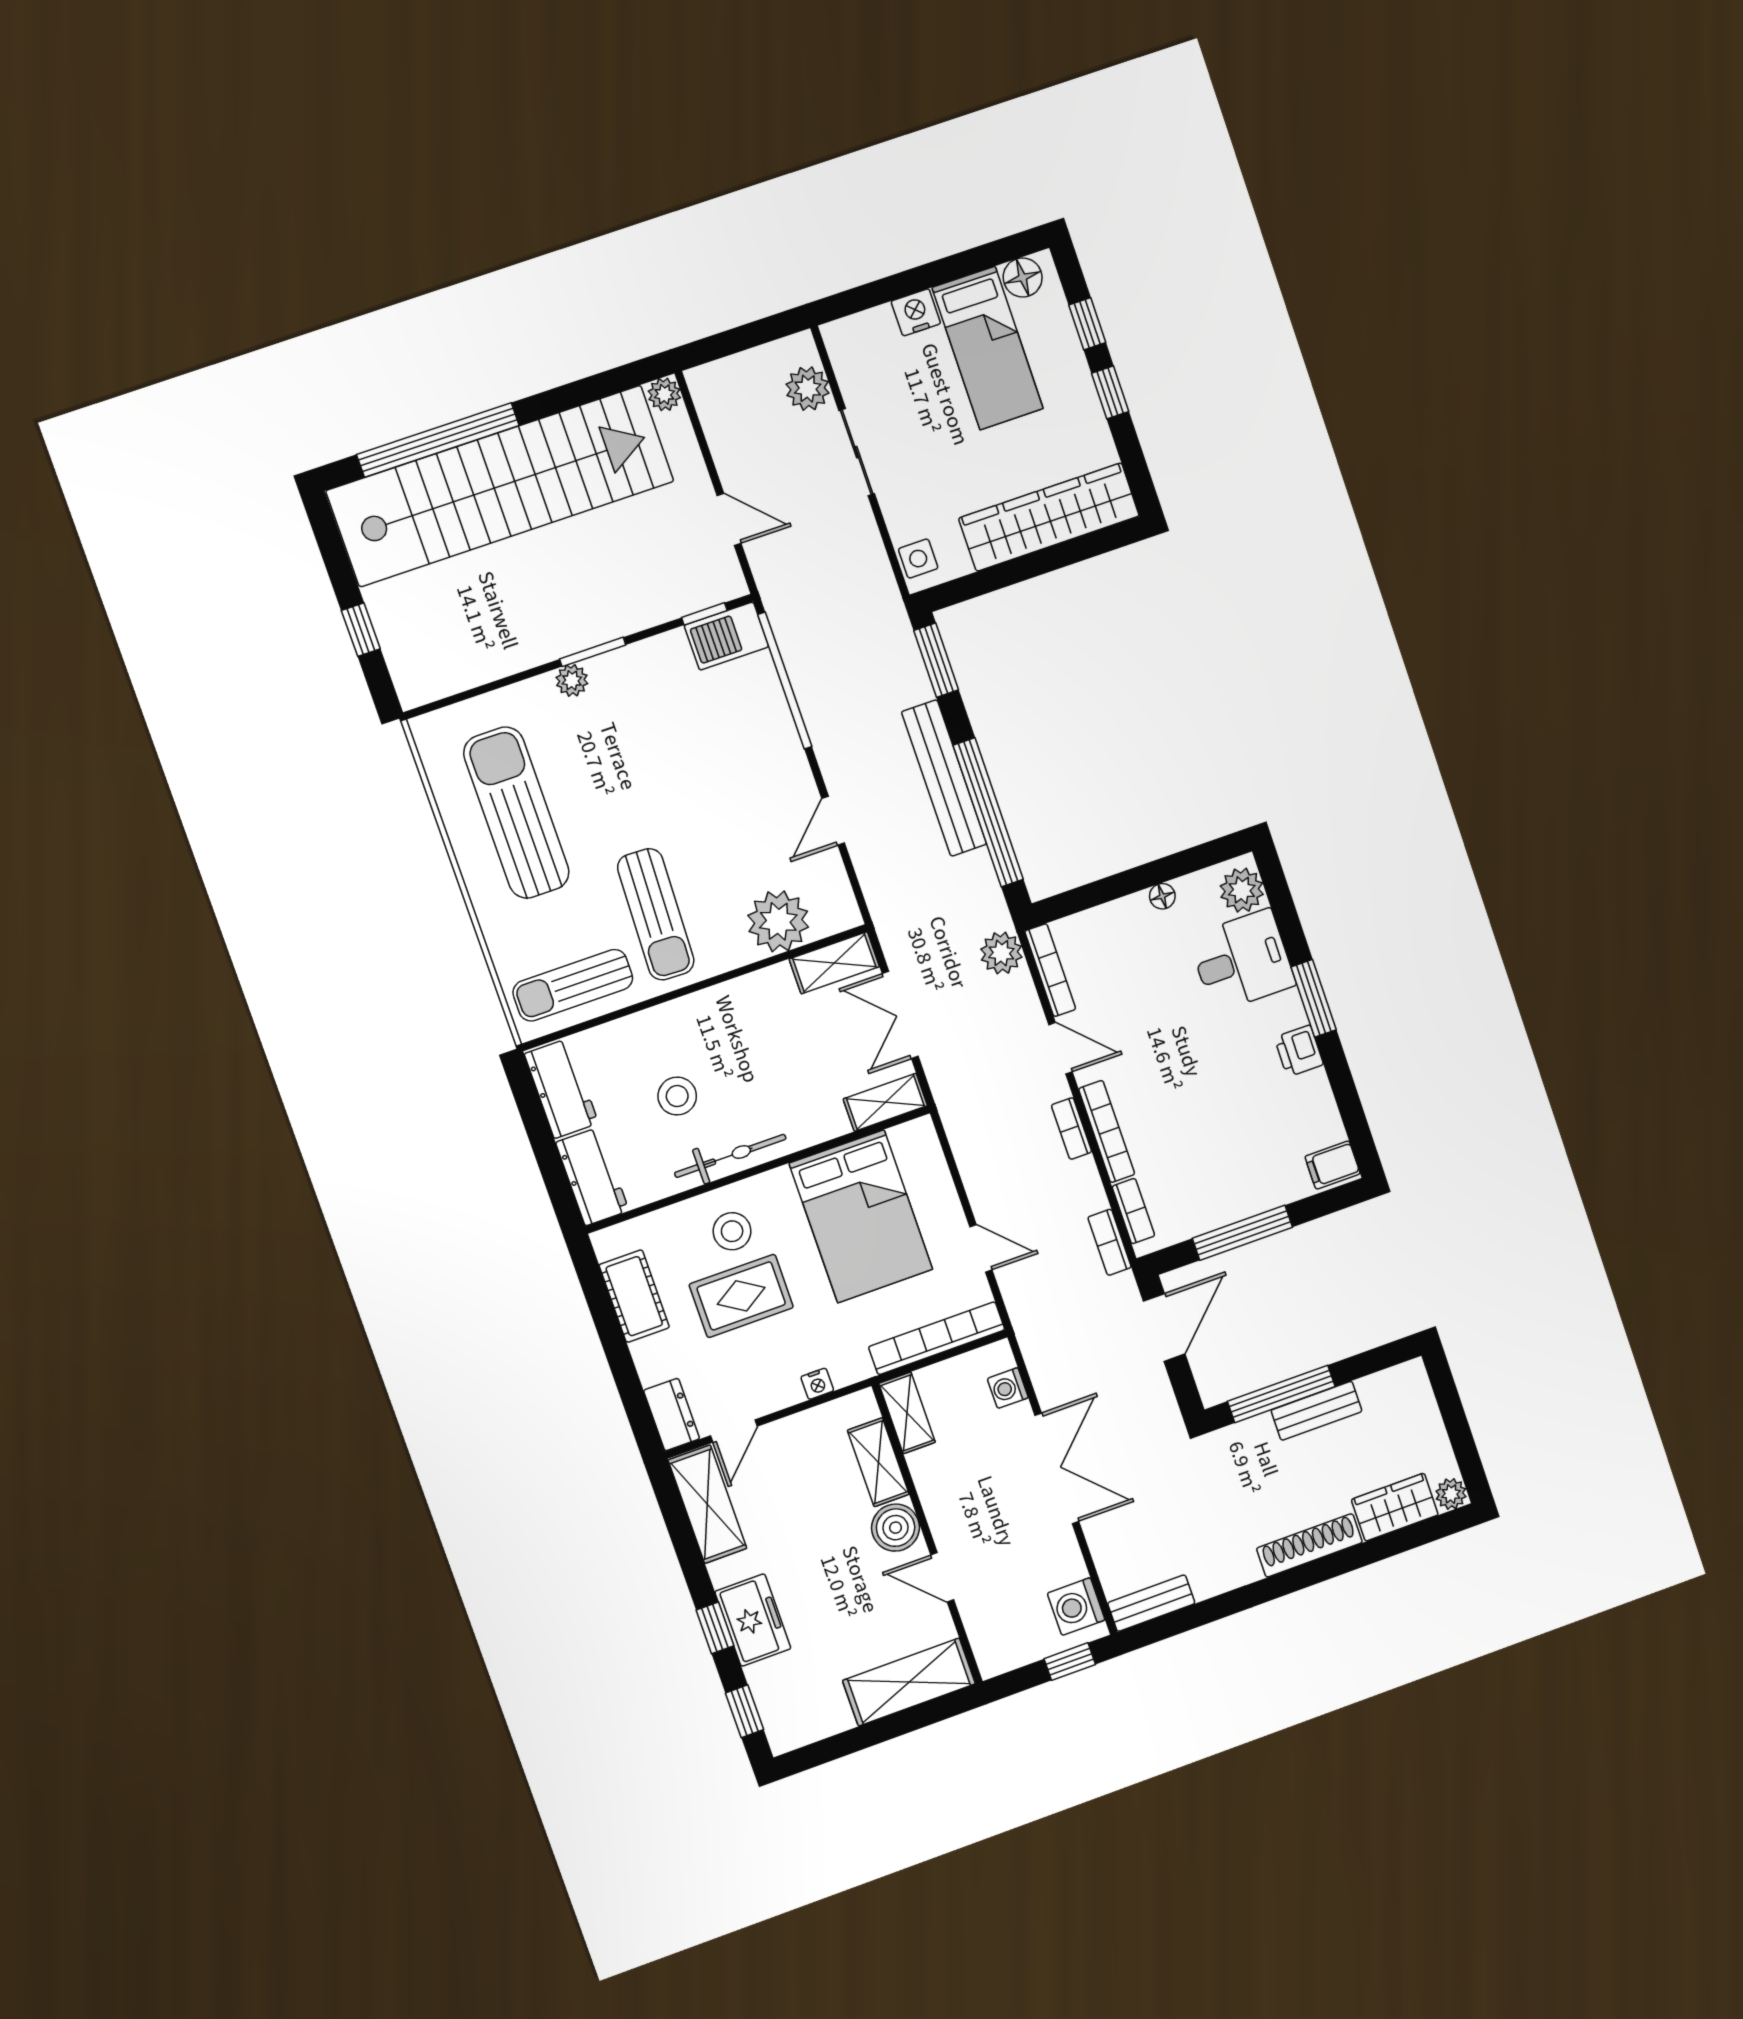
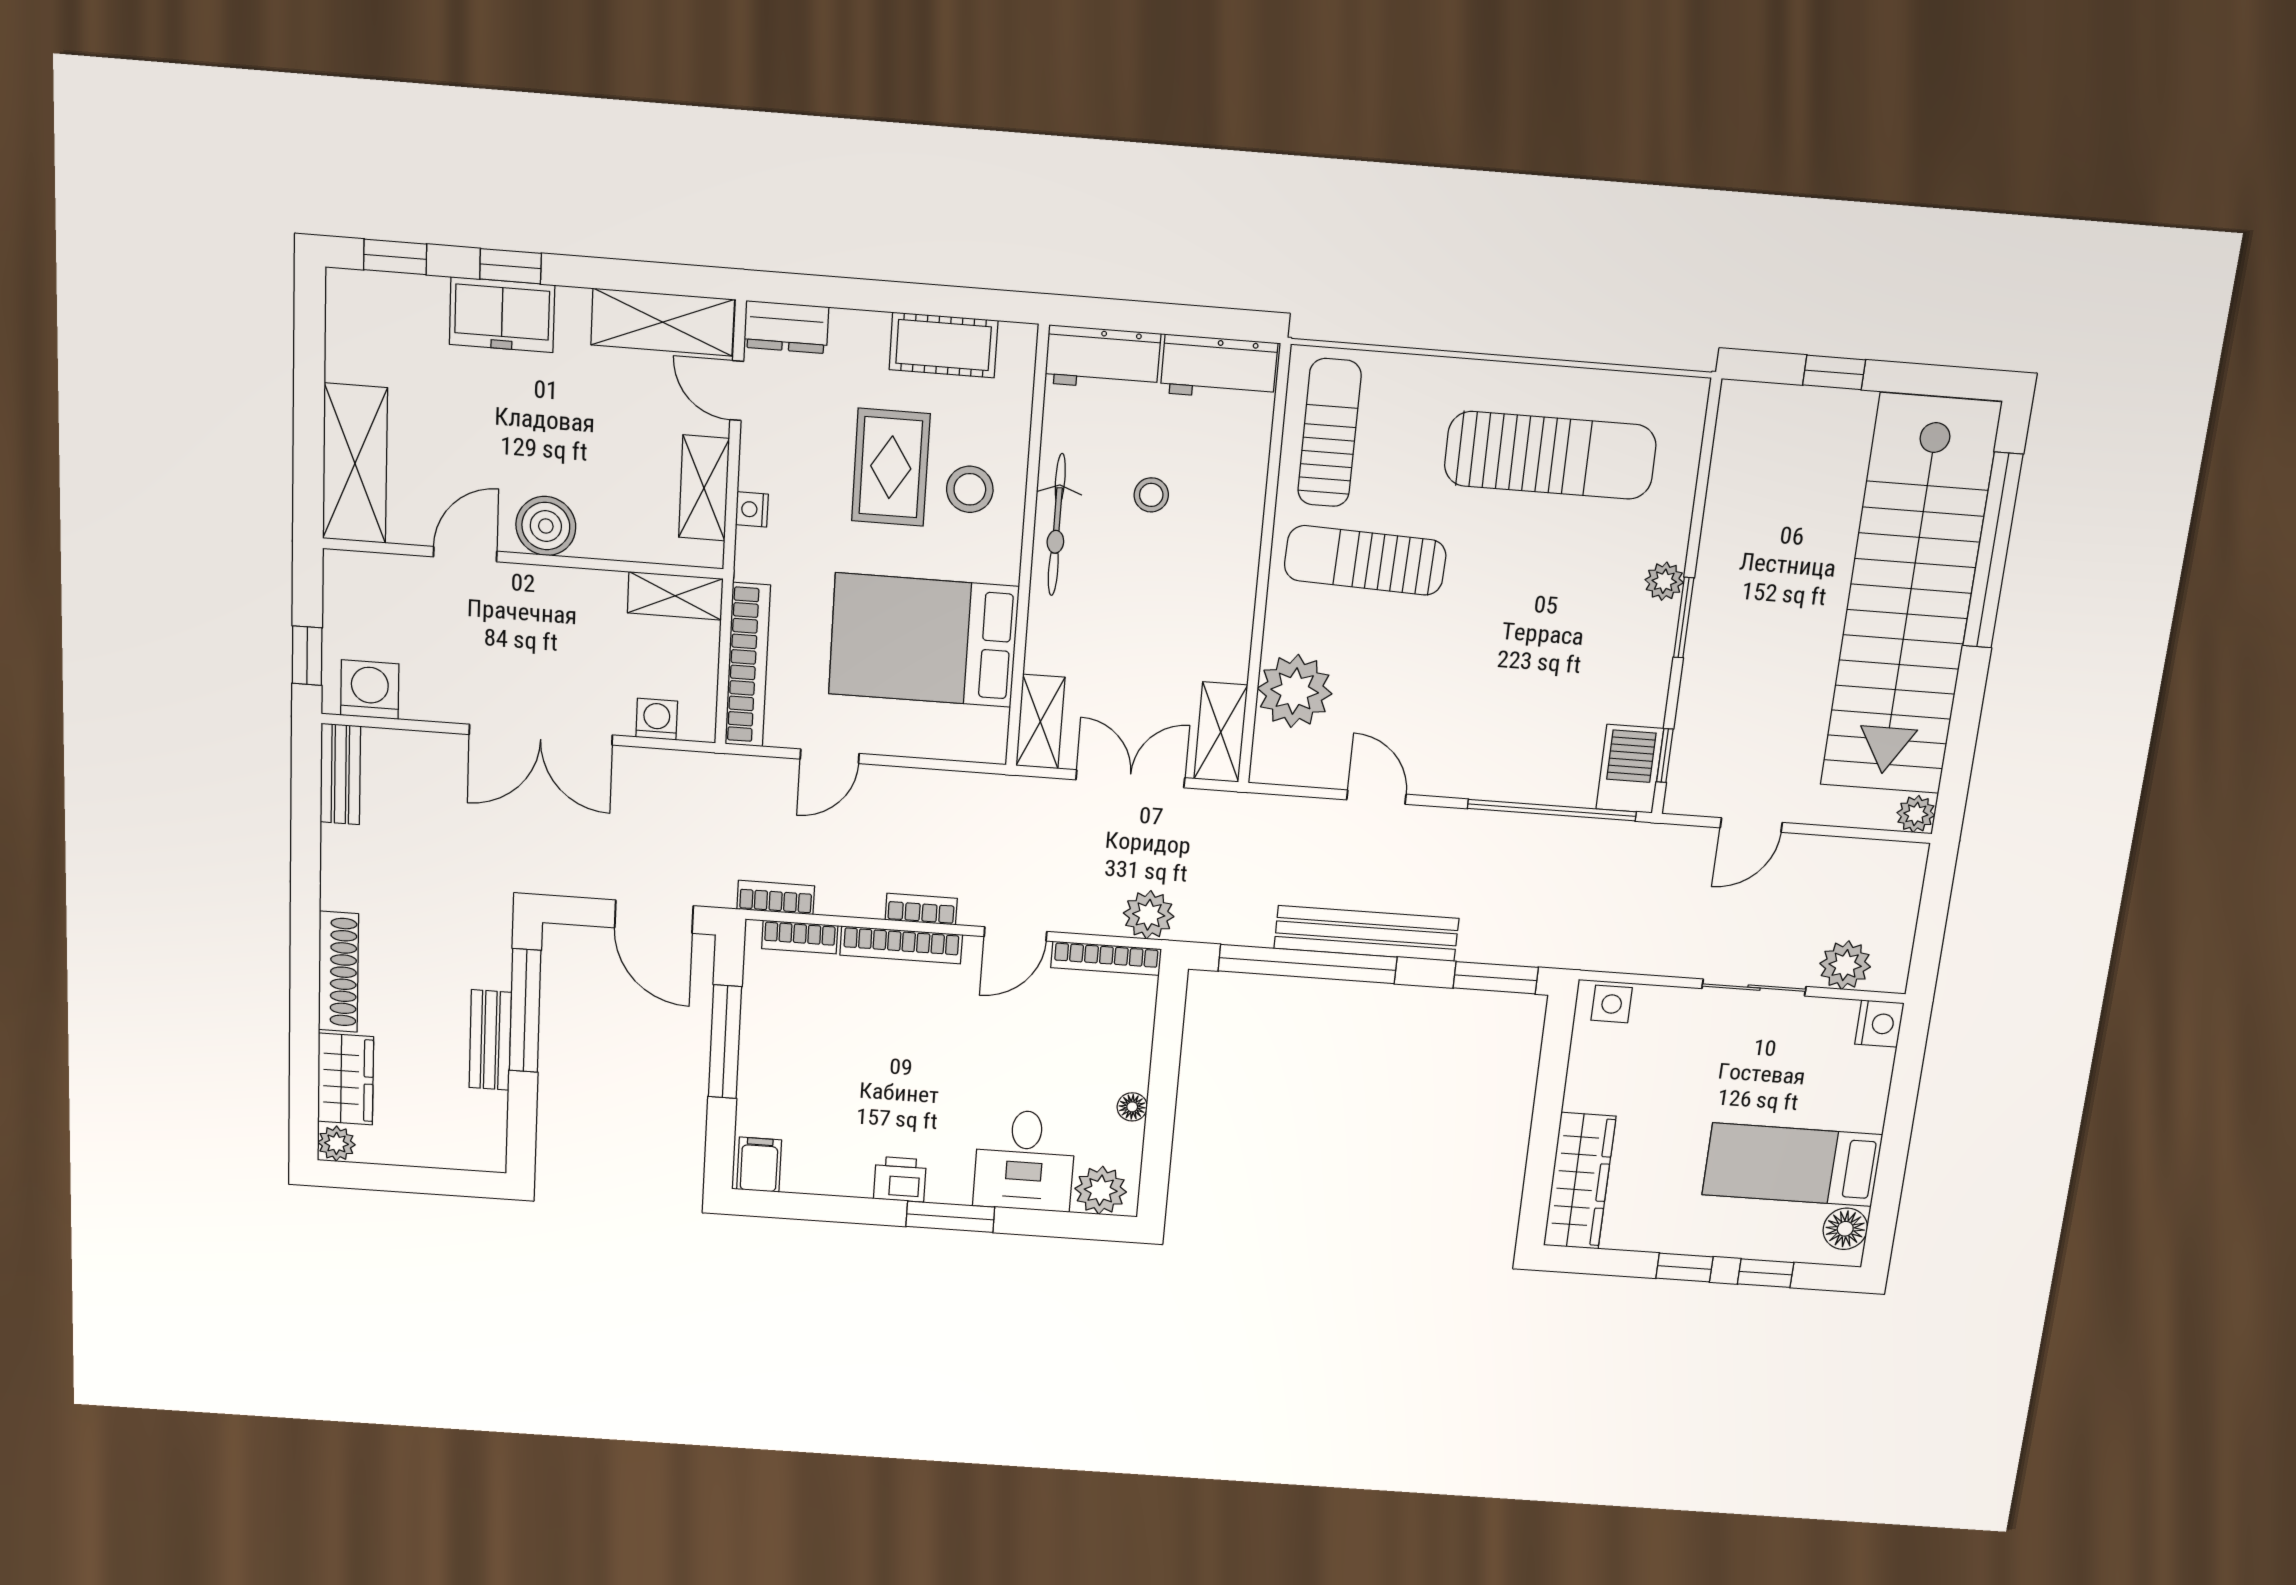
nightstand: (916, 312) -> (1879, 1024), moved
wardrobe: (1049, 517) -> (1580, 1181), width x0.71, depth x0.85
stool: (677, 1096) -> (1151, 495), width x0.73, depth x0.73
shelving: (878, 1462) -> (704, 488), moved, turned 90

